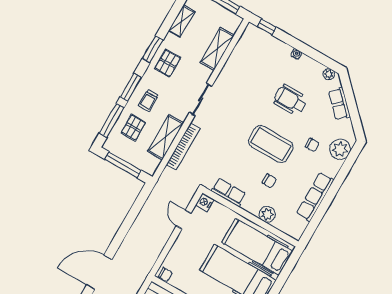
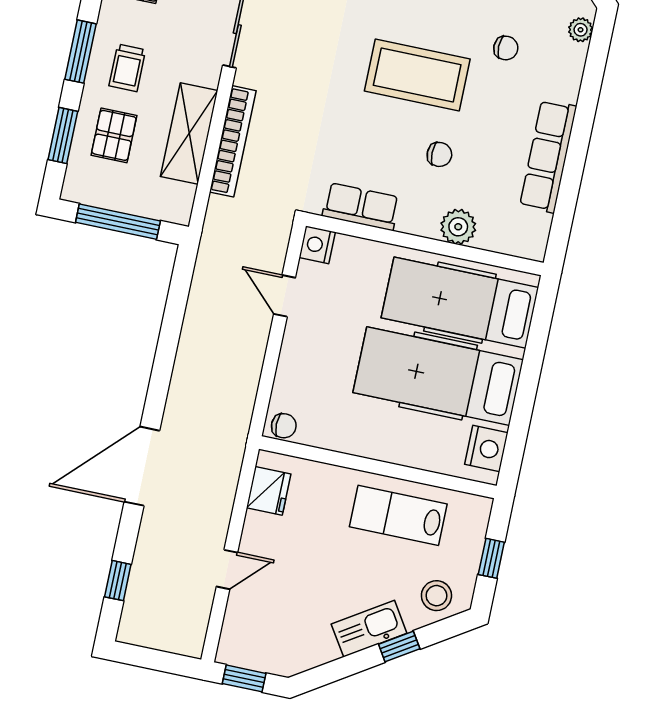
window: (112, 120) -> (63, 136), width x0.69
plant: (340, 149) -> (581, 30), width x0.53, depth x0.53

